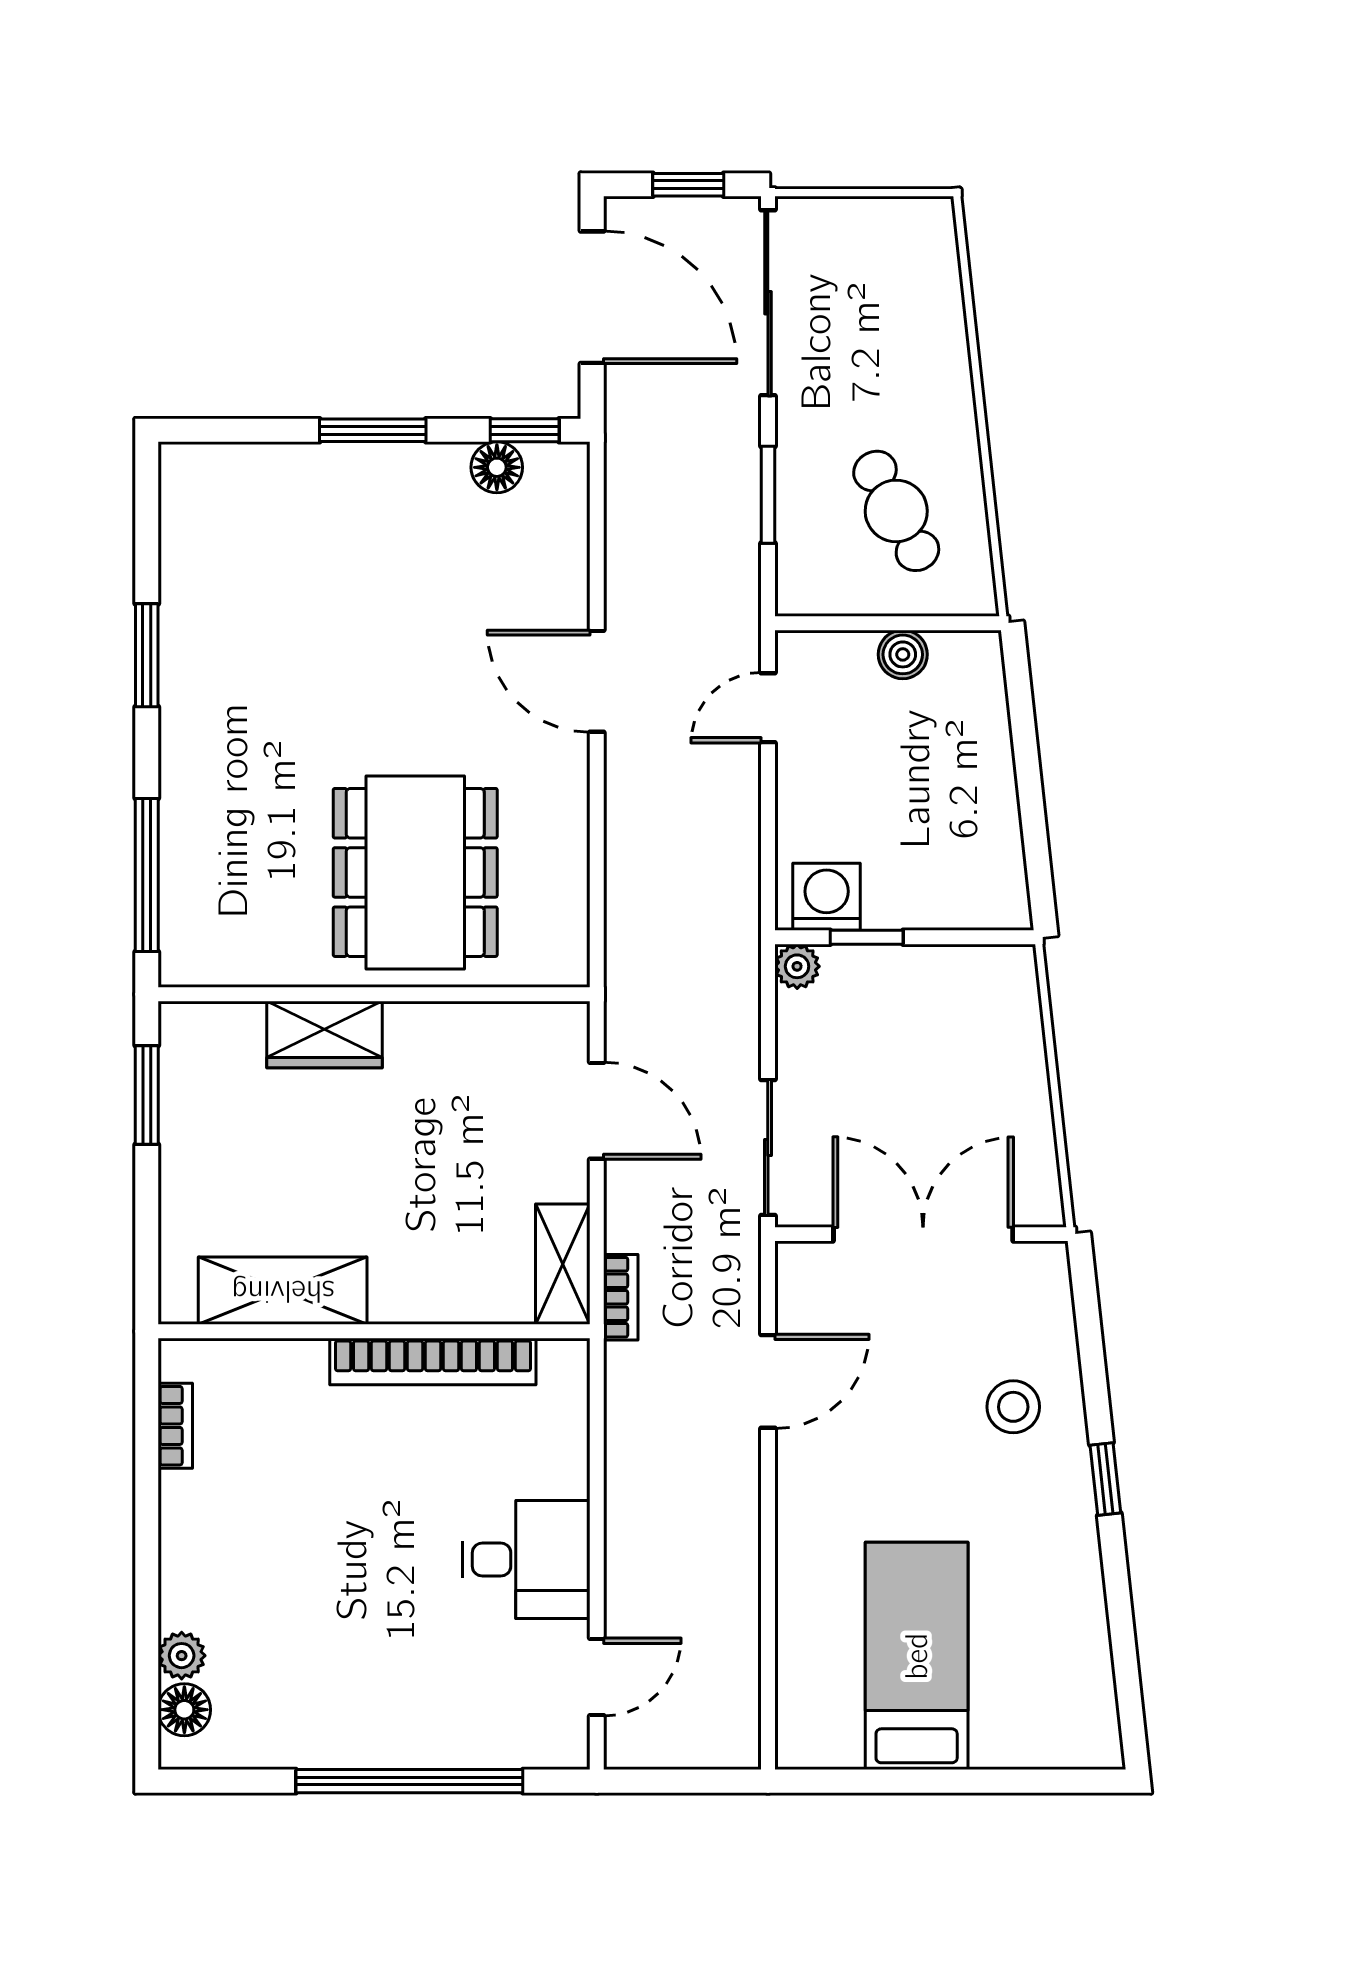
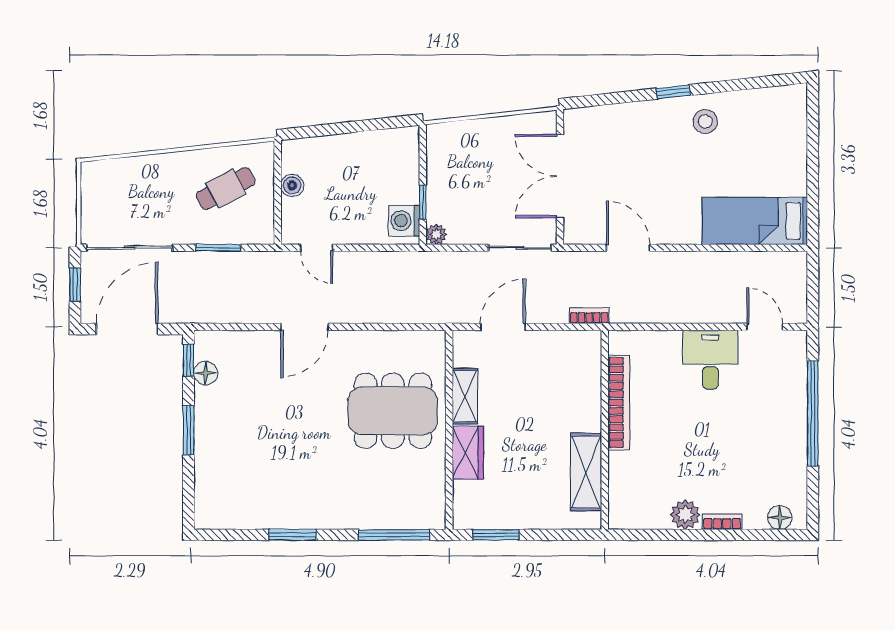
shelving: (563, 1264) -> (465, 396), moved, turned 90
stool: (1013, 1407) -> (705, 121), moved
bookcase: (175, 1426) -> (722, 522), moved
plant: (182, 1656) -> (685, 515), moved, width x1.38, depth x1.38
bed: (917, 1656) -> (755, 221), moved

